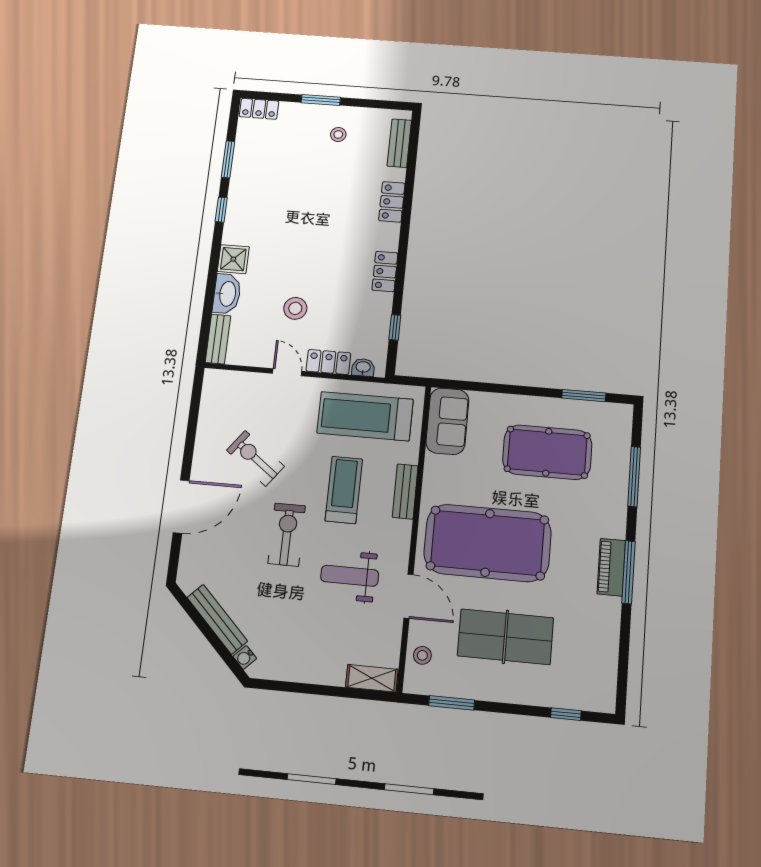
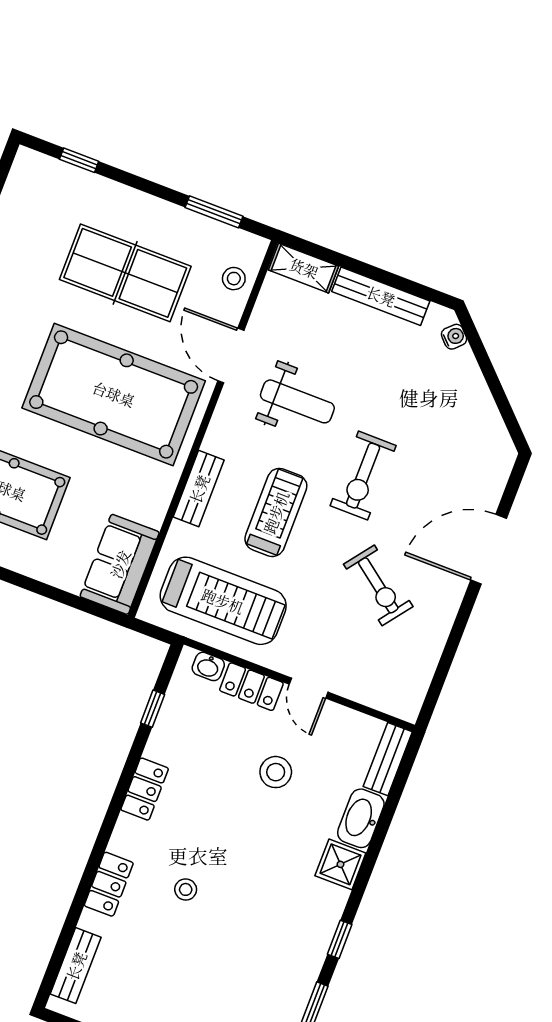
stool: (338, 134) -> (186, 889), moved
treadmill: (344, 490) -> (276, 512), turned 180
bench: (217, 619) -> (381, 296), moved, turned -45

